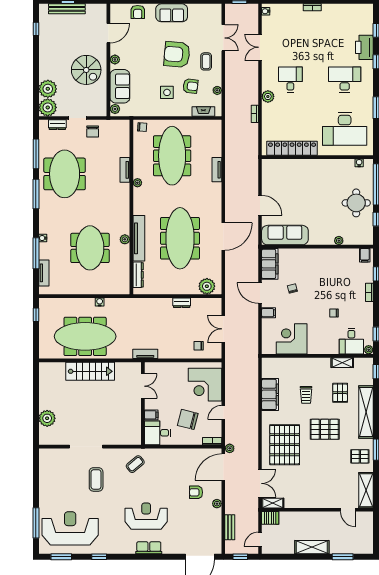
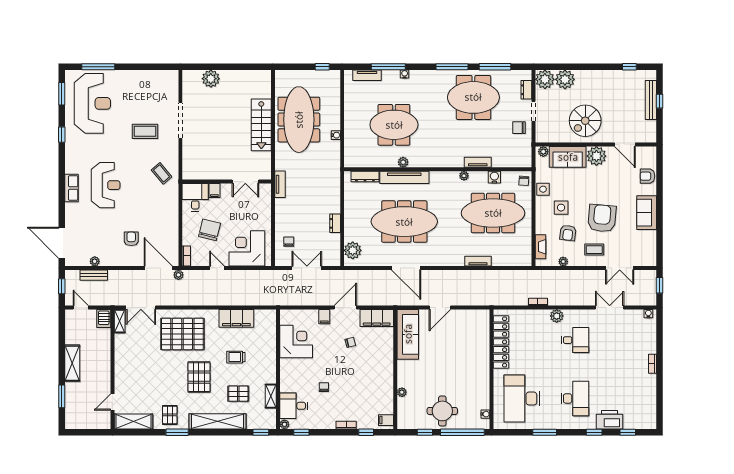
plant: (115, 59) -> (596, 156), width x1.88, depth x1.88
side table: (150, 109) -> (543, 189), added
water cooler: (139, 154) -> (494, 177), added
plant: (217, 504) -> (95, 261), moved

